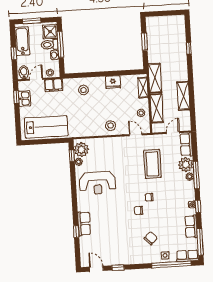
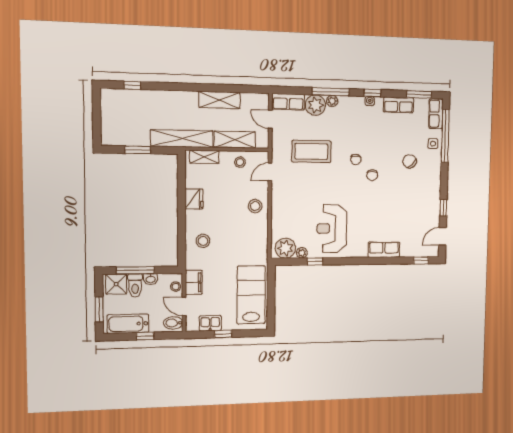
window: (189, 48) -> (132, 85), moved
shelving: (155, 78) -> (182, 139), width x1.47
window: (16, 97) -> (223, 334), moved
window: (72, 156) -> (315, 261), moved
reception desk: (98, 183) -> (332, 229), turned 180
window: (76, 231) -> (421, 260), moved
window: (200, 242) -> (419, 95), width x0.69

